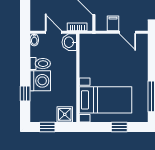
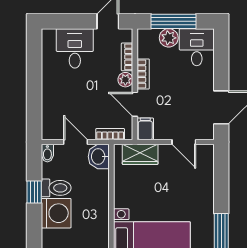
filing cabinet: (113, 23) -> (145, 129), moved
wardrobe: (98, 41) -> (140, 154), added
window: (25, 94) -> (34, 192), moved

